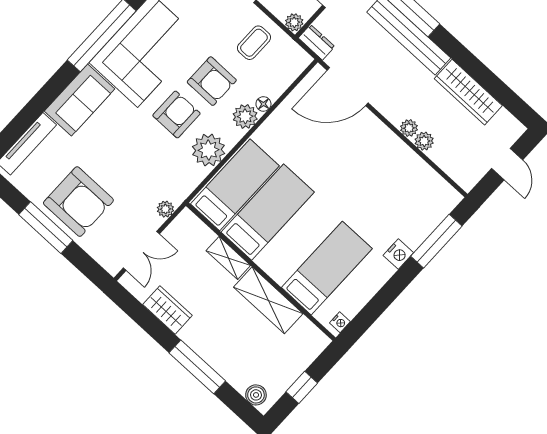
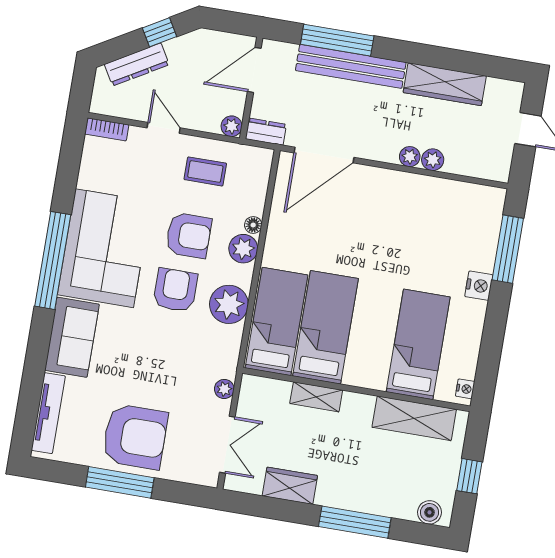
coffee table: (254, 43) -> (205, 171), turned 90
shelving: (268, 300) -> (414, 418), moved

